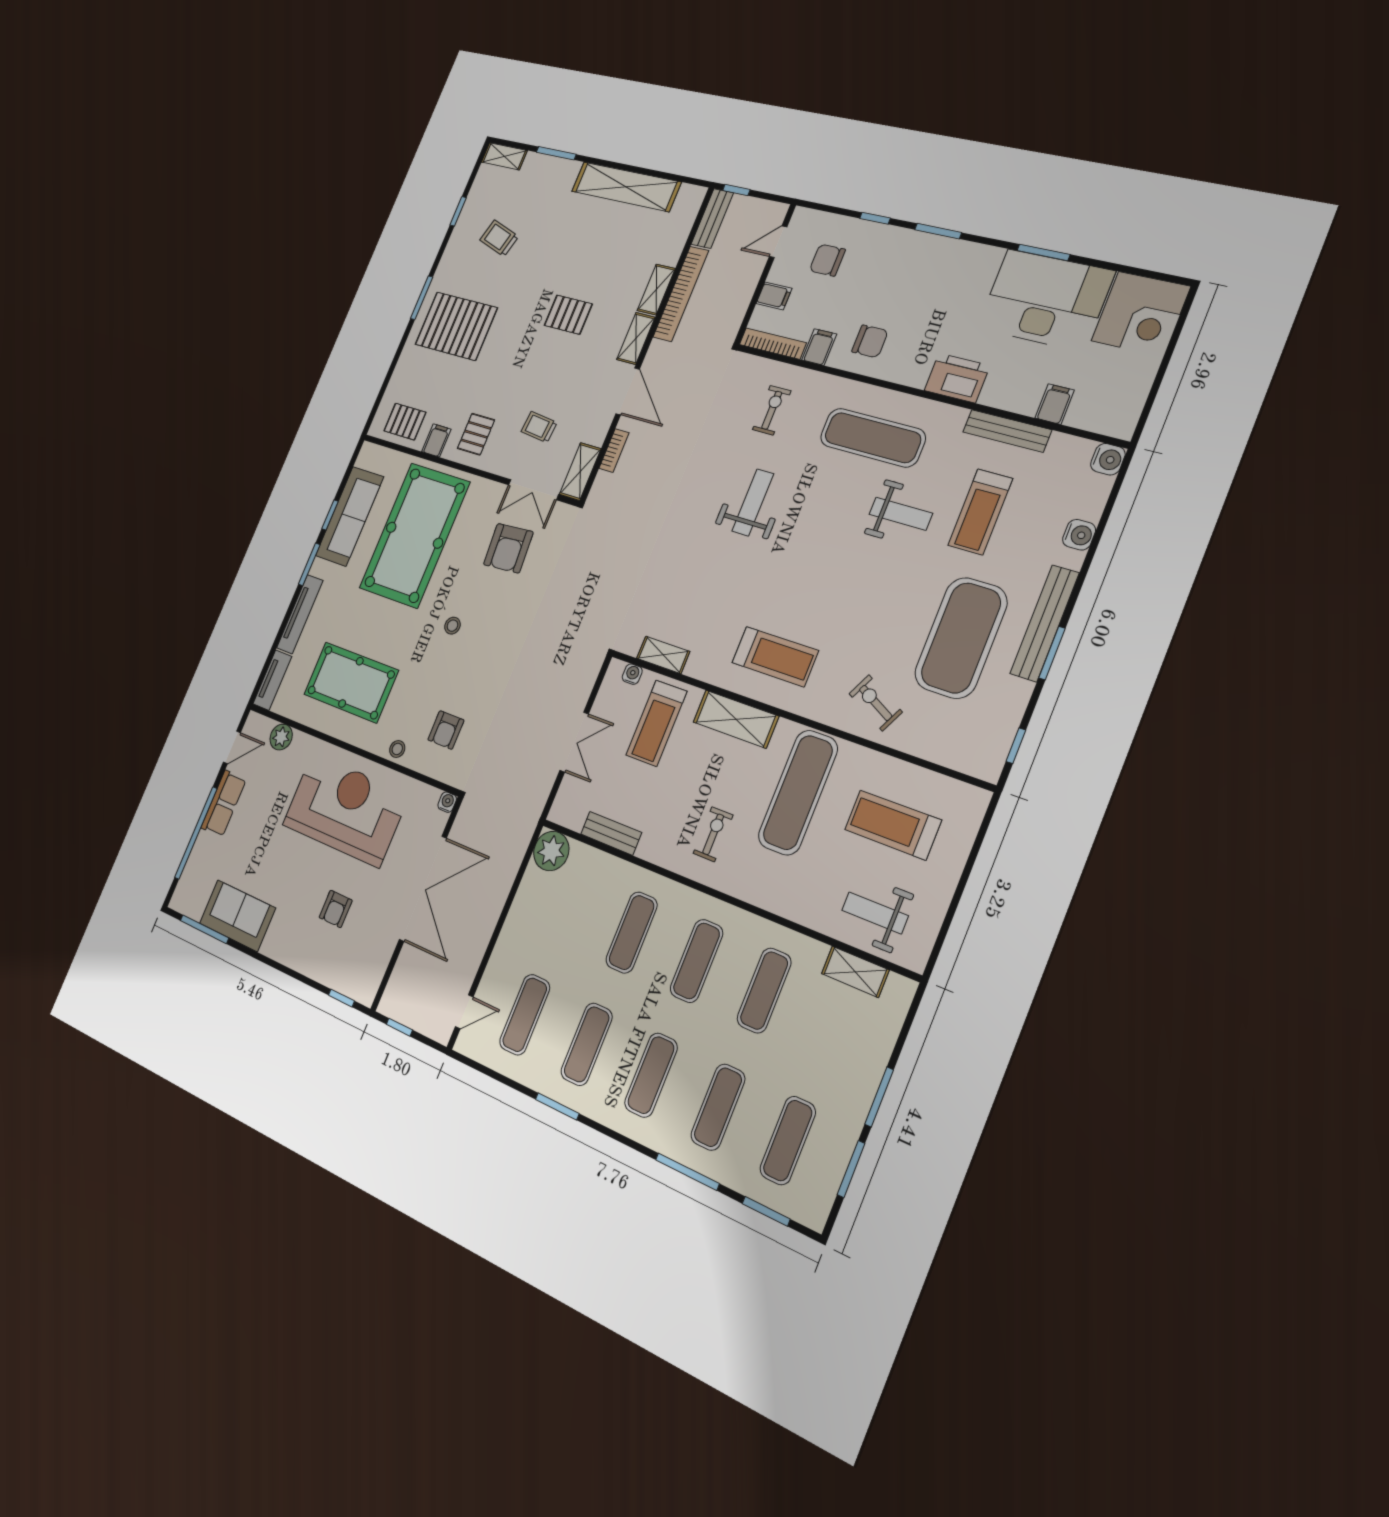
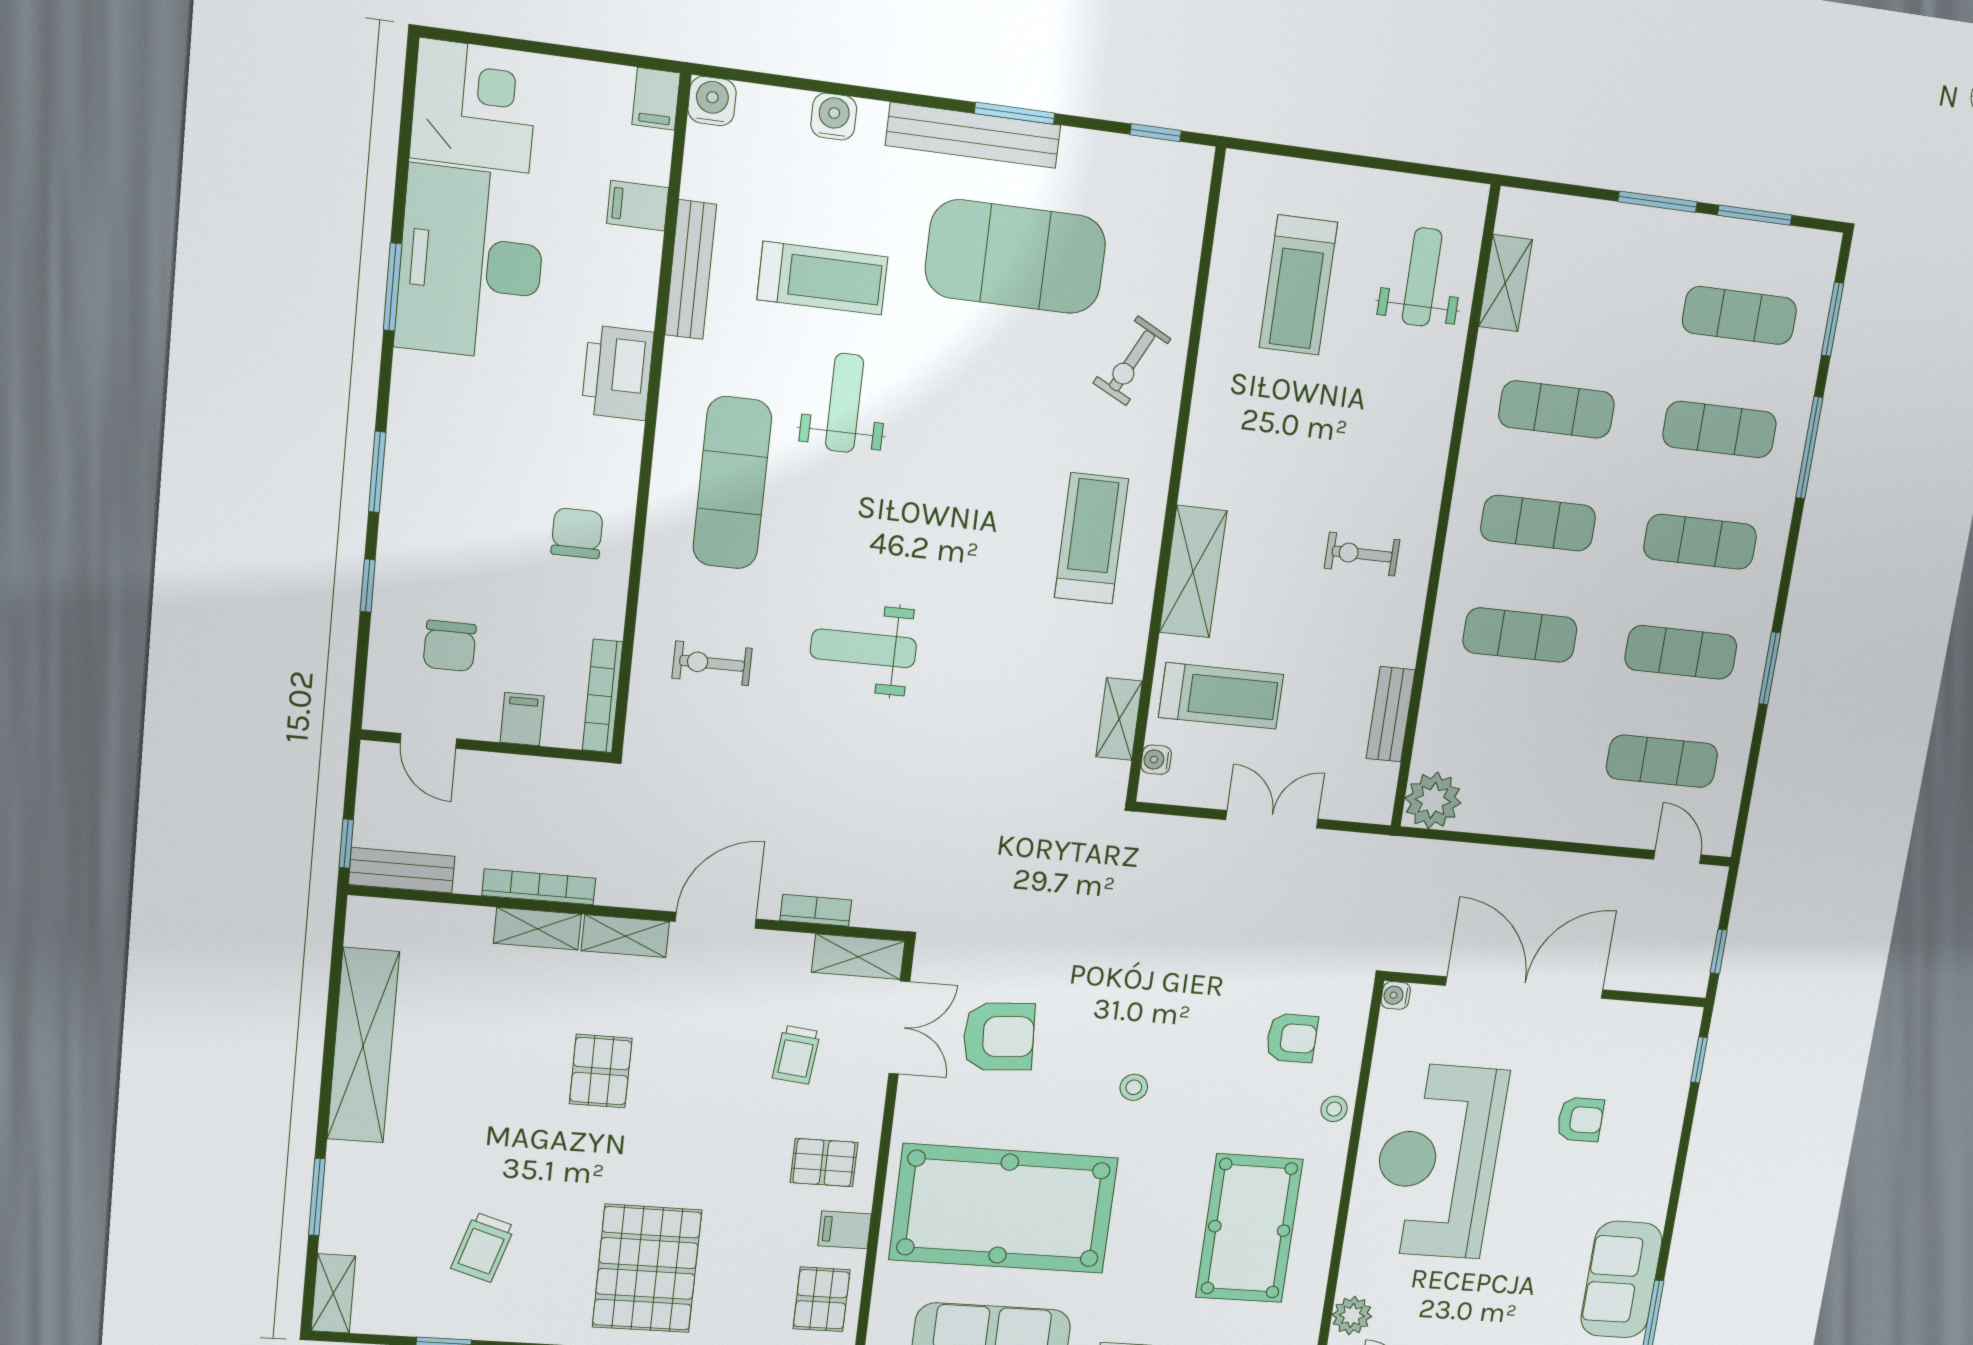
bookcase: (681, 294) -> (539, 887), width x0.68, depth x0.76
filing cabinet: (819, 347) -> (656, 99), moved, turned -90
exercise mat: (798, 792) -> (1280, 442), removed
weight bench: (875, 913) -> (1422, 277), turned 180

